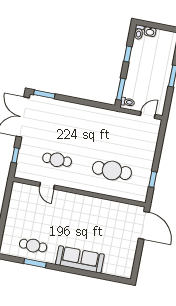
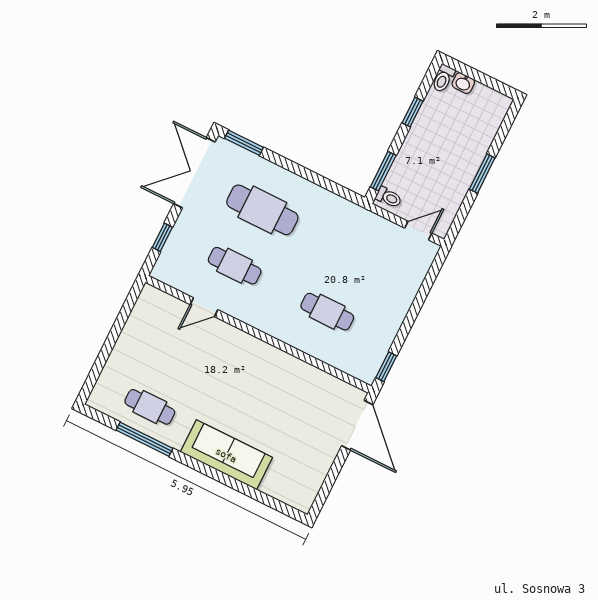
cafe table: (63, 127) -> (262, 210), added
cafe table: (112, 170) -> (327, 312), width x0.73, depth x0.74
window: (153, 179) -> (386, 367), moved
door: (47, 186) -> (204, 307), hinge flipped
window: (35, 263) -> (145, 439), width x1.44

